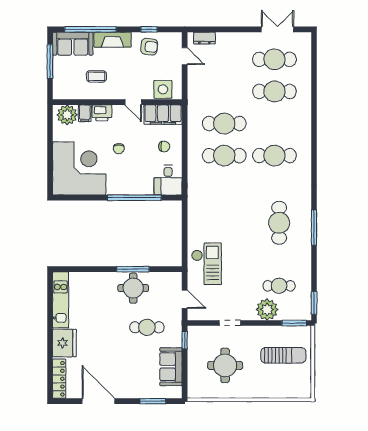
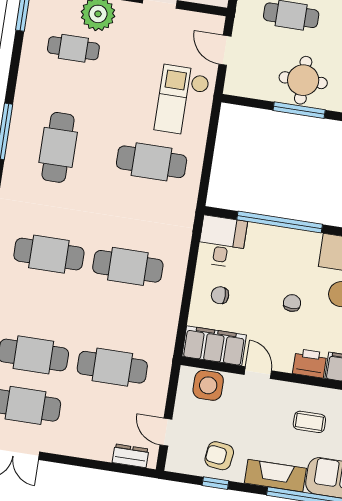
cafe table: (224, 123) -> (112, 367), moved
cafe table: (220, 223) -> (152, 162), added

